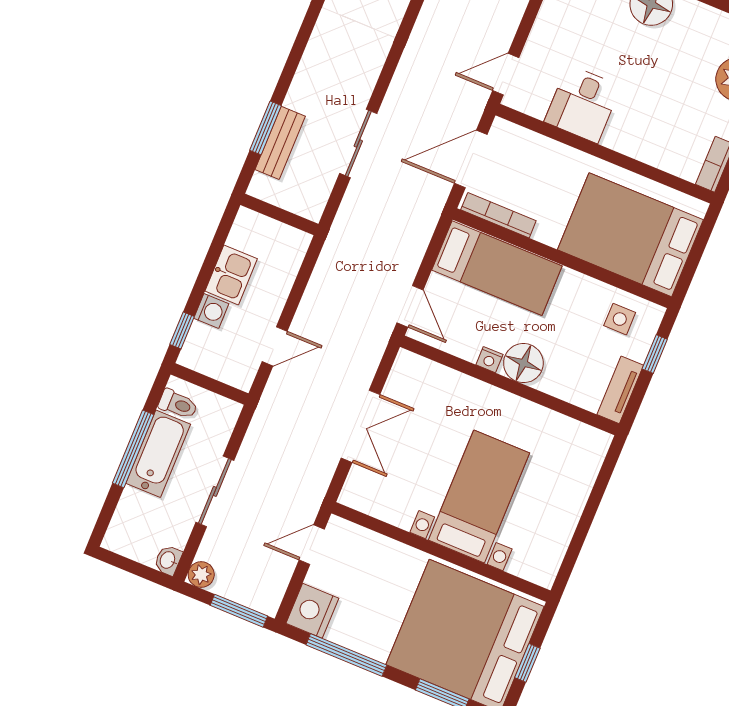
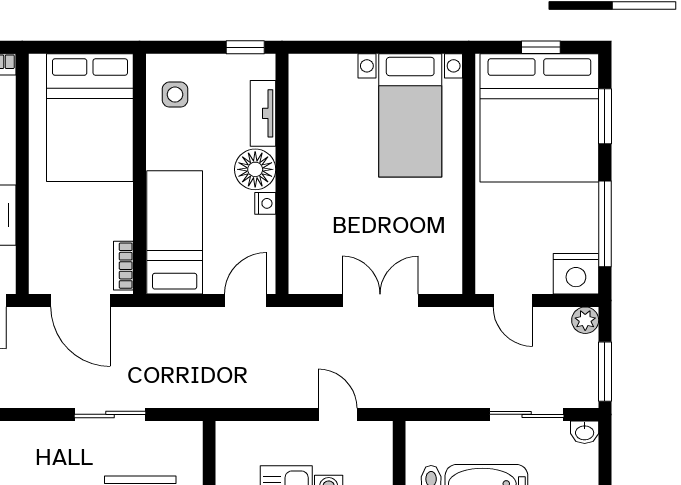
bookcase: (498, 215) -> (123, 266), width x0.64
window: (655, 354) -> (245, 47), moved
tv unit: (620, 390) -> (263, 113), moved, turned 90
sliding door: (215, 491) -> (527, 414), moved
bed with nightstands: (479, 497) -> (410, 115), moved, turned -90
plant: (201, 575) -> (585, 320), moved
window: (239, 611) -> (605, 372), moved

